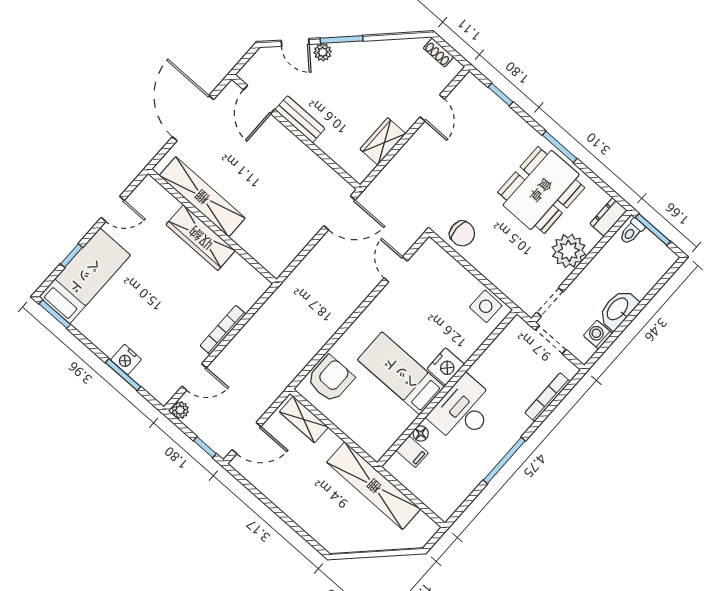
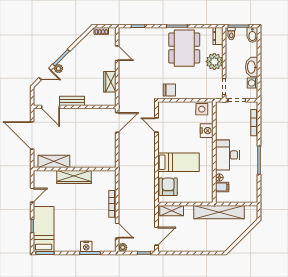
shelving: (202, 197) -> (54, 161), width x0.68
bidet: (662, 262) -> (252, 35), added
nightstand: (446, 366) -> (207, 131), moved
bed: (401, 373) -> (178, 162), moved, turned 180
door: (194, 377) -> (117, 231), hinge flipped

